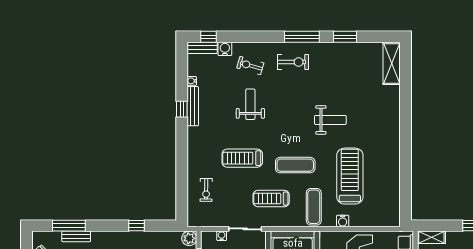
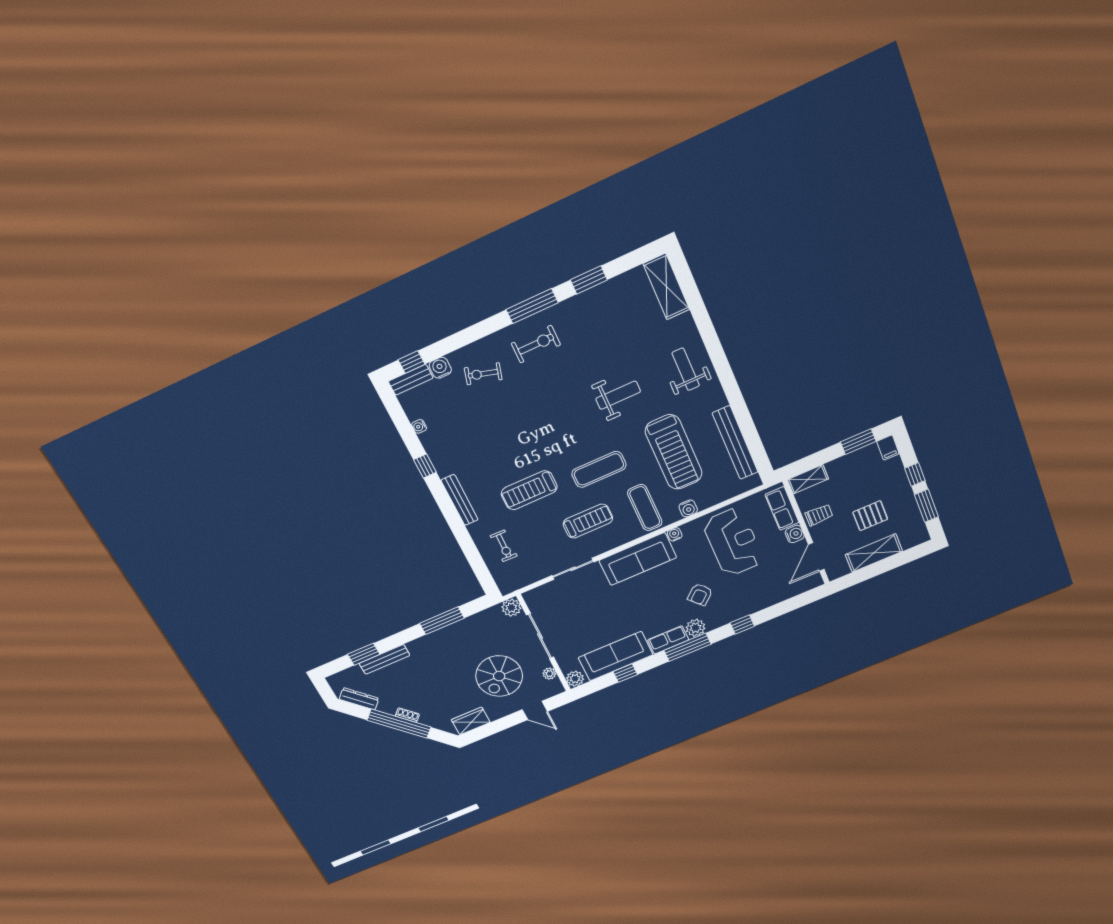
weight bench: (250, 104) -> (686, 369), moved
bench: (193, 106) -> (460, 500), moved
treadmill: (350, 176) -> (674, 452), turned 180
bench: (393, 188) -> (735, 443), added
treadmill: (271, 199) -> (588, 521), turned 180
window: (69, 226) -> (364, 654), width x0.69
window: (136, 226) -> (442, 621), width x2.17
bench: (76, 236) -> (384, 659), width x1.36
water cooler: (222, 236) -> (675, 534), moved

